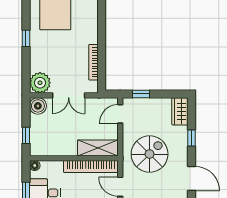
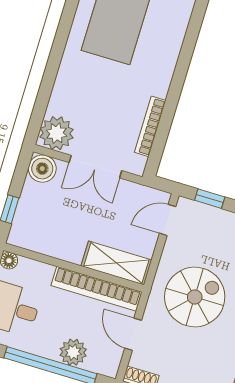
window: (26, 38) -> (55, 57), removed

